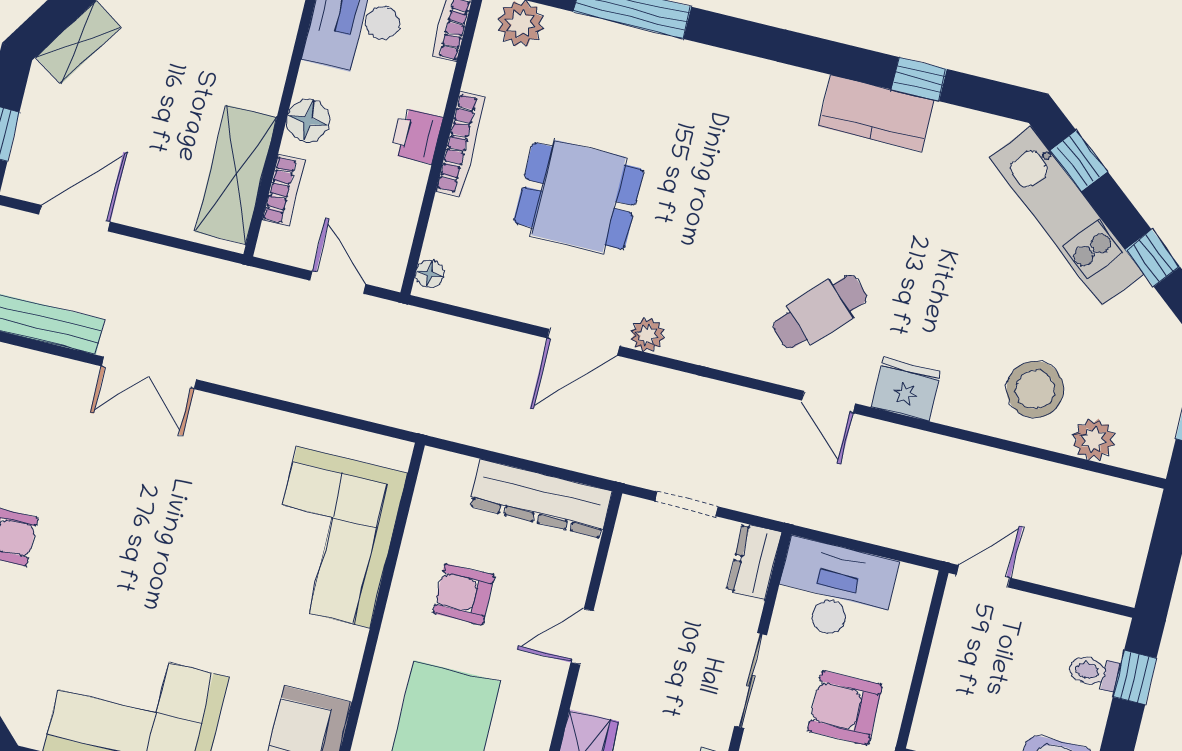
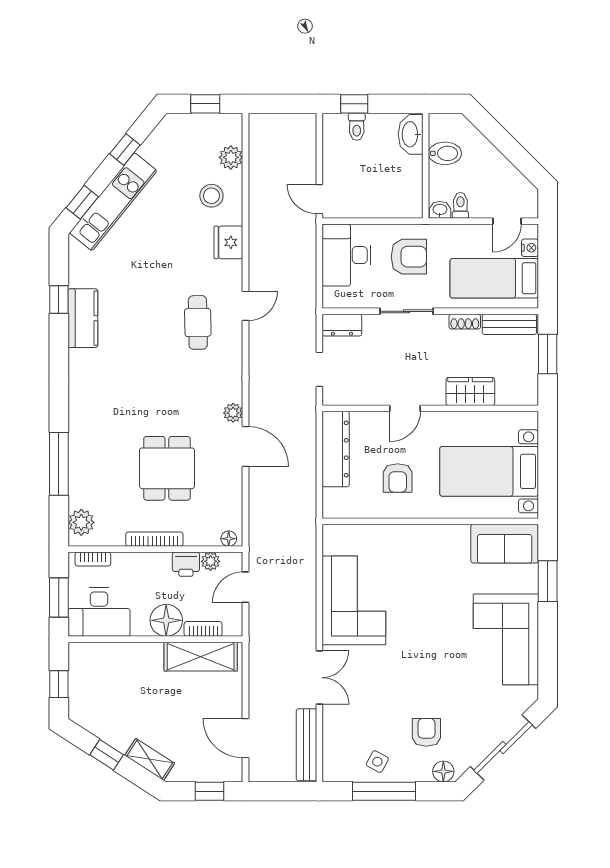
floor lamp: (308, 121) -> (166, 620), width x1.38, depth x1.38
printer: (416, 136) -> (186, 564), moved
plant: (398, 233) -> (211, 561), added
cafe table: (820, 312) -> (198, 322), turned 45
fridge: (906, 389) -> (228, 242), moved
stool: (1035, 389) -> (211, 196), width x0.73, depth x0.73
corner sofa: (333, 537) -> (354, 600), moved, turned -90
desk: (835, 590) -> (347, 255), moved
door: (582, 637) -> (405, 408), hinge flipped
armchair: (845, 708) -> (409, 257), turned -90

